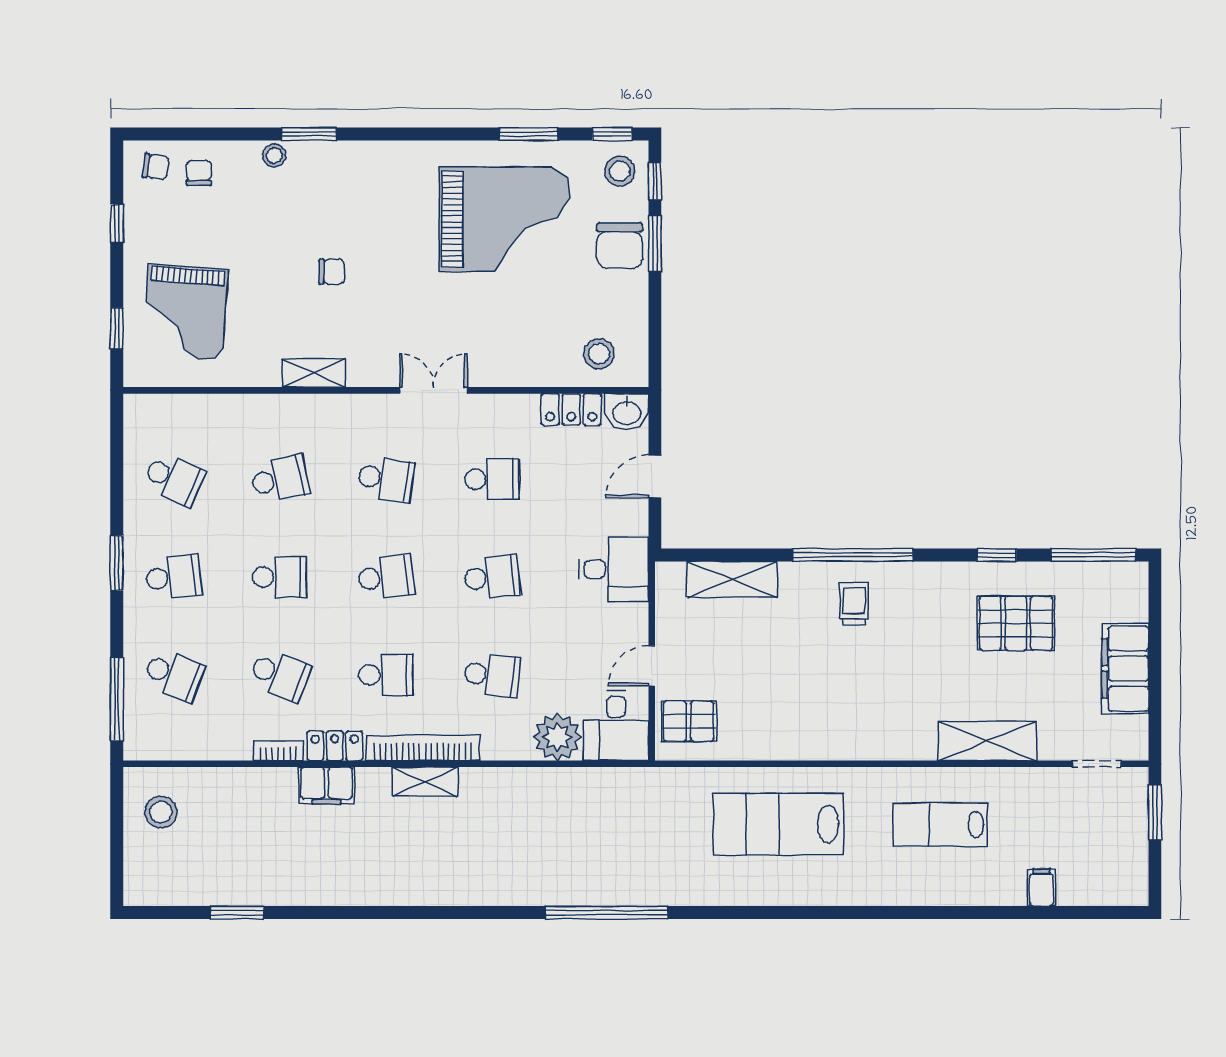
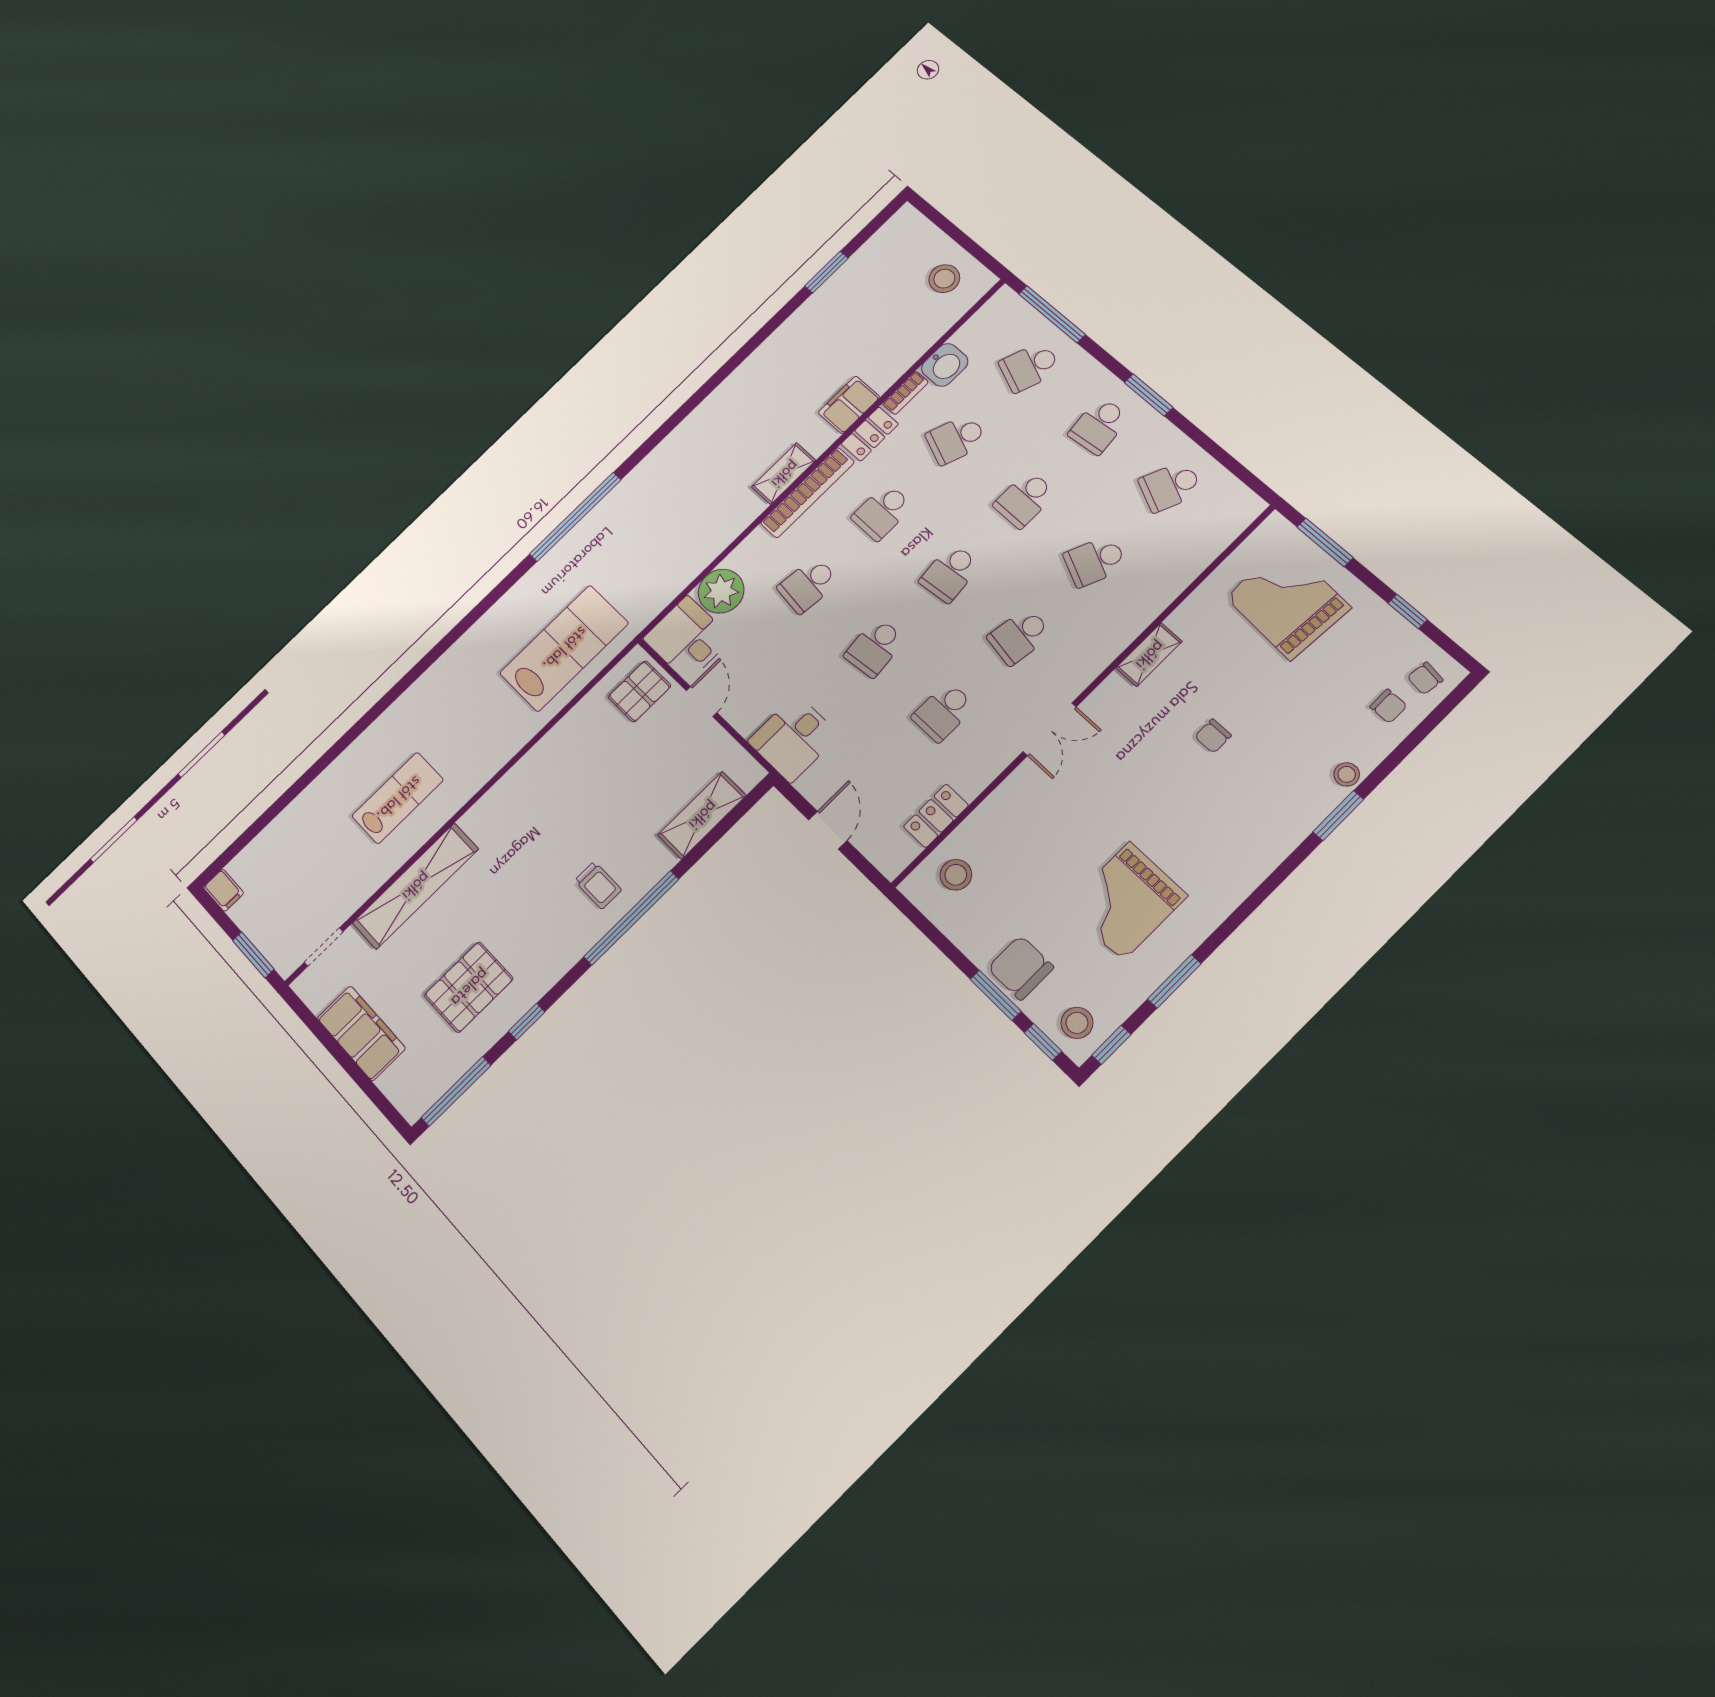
grand piano: (505, 219) -> (1126, 901), width x0.73, depth x0.68
window: (117, 328) -> (1325, 542), width x1.50
washbasin: (627, 412) -> (945, 365), moved, turned 180
school desk: (280, 479) -> (1095, 561), turned 36
shelving: (987, 741) -> (415, 886), width x1.47
lab bench: (778, 824) -> (564, 648), moved
filing cabinet: (1041, 888) -> (224, 890), moved

